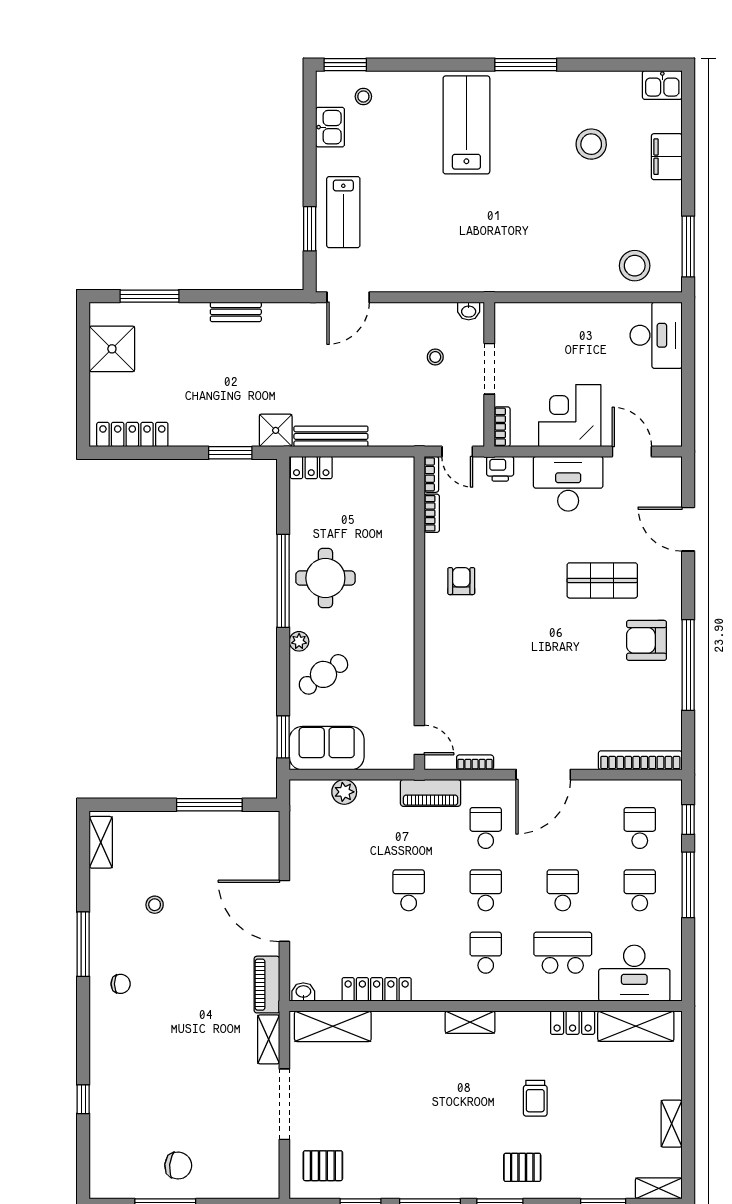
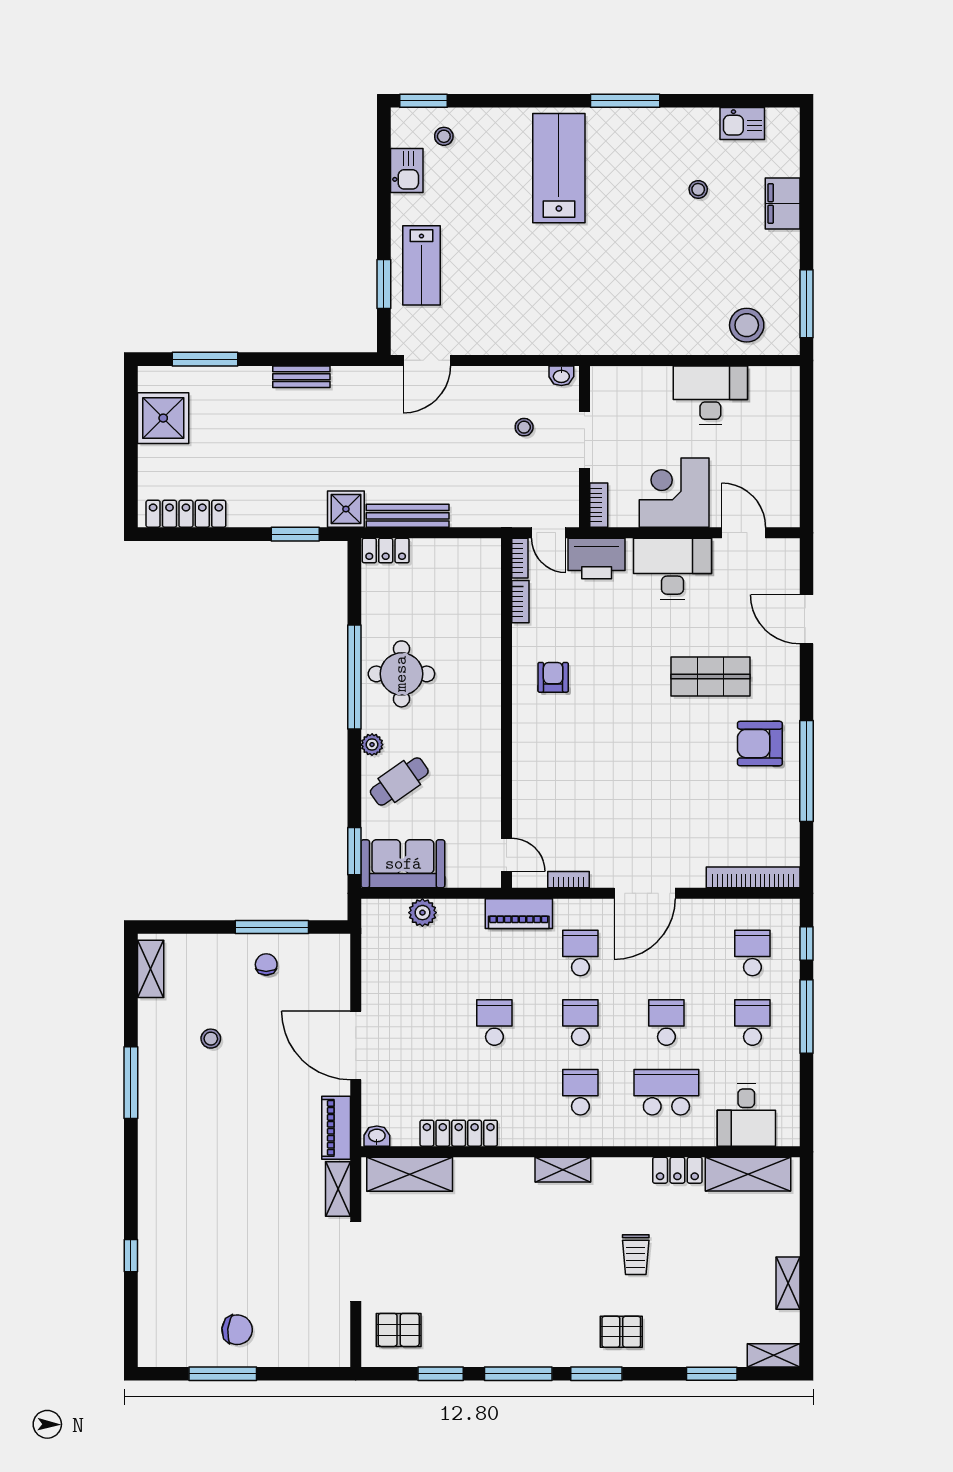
kitchen sink: (662, 85) -> (742, 124), moved
stool: (591, 144) -> (698, 189), width x0.53, depth x0.53
desk: (656, 335) -> (710, 395), moved, turned -90
printer: (500, 469) -> (597, 558), width x1.87, depth x1.48
desk: (634, 973) -> (746, 1115), width x0.73
chair: (121, 984) -> (266, 964), moved, turned -90

